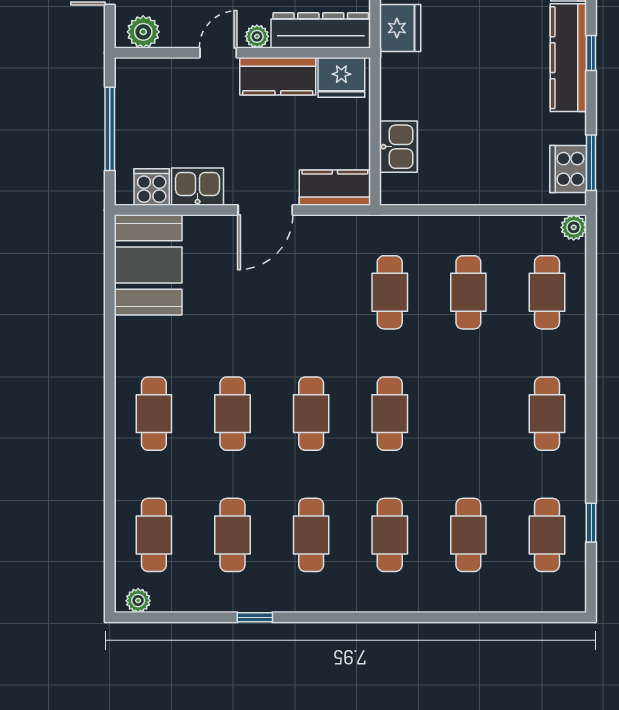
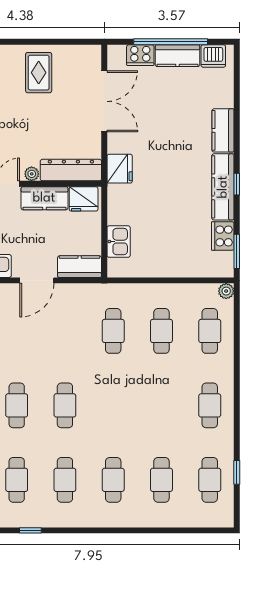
cooker: (568, 169) -> (223, 236), moved
cafe table: (390, 414) -> (113, 405), removed

